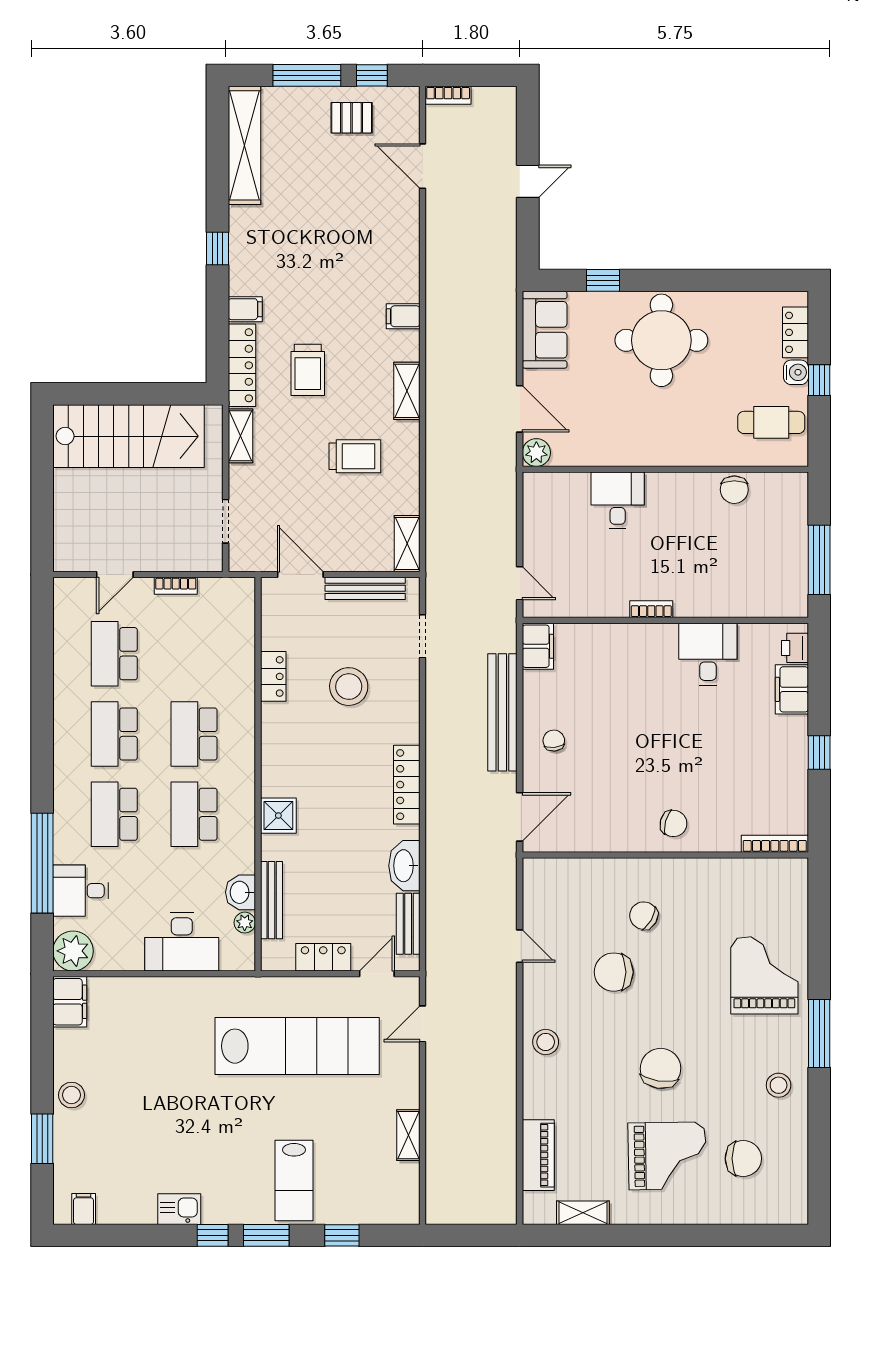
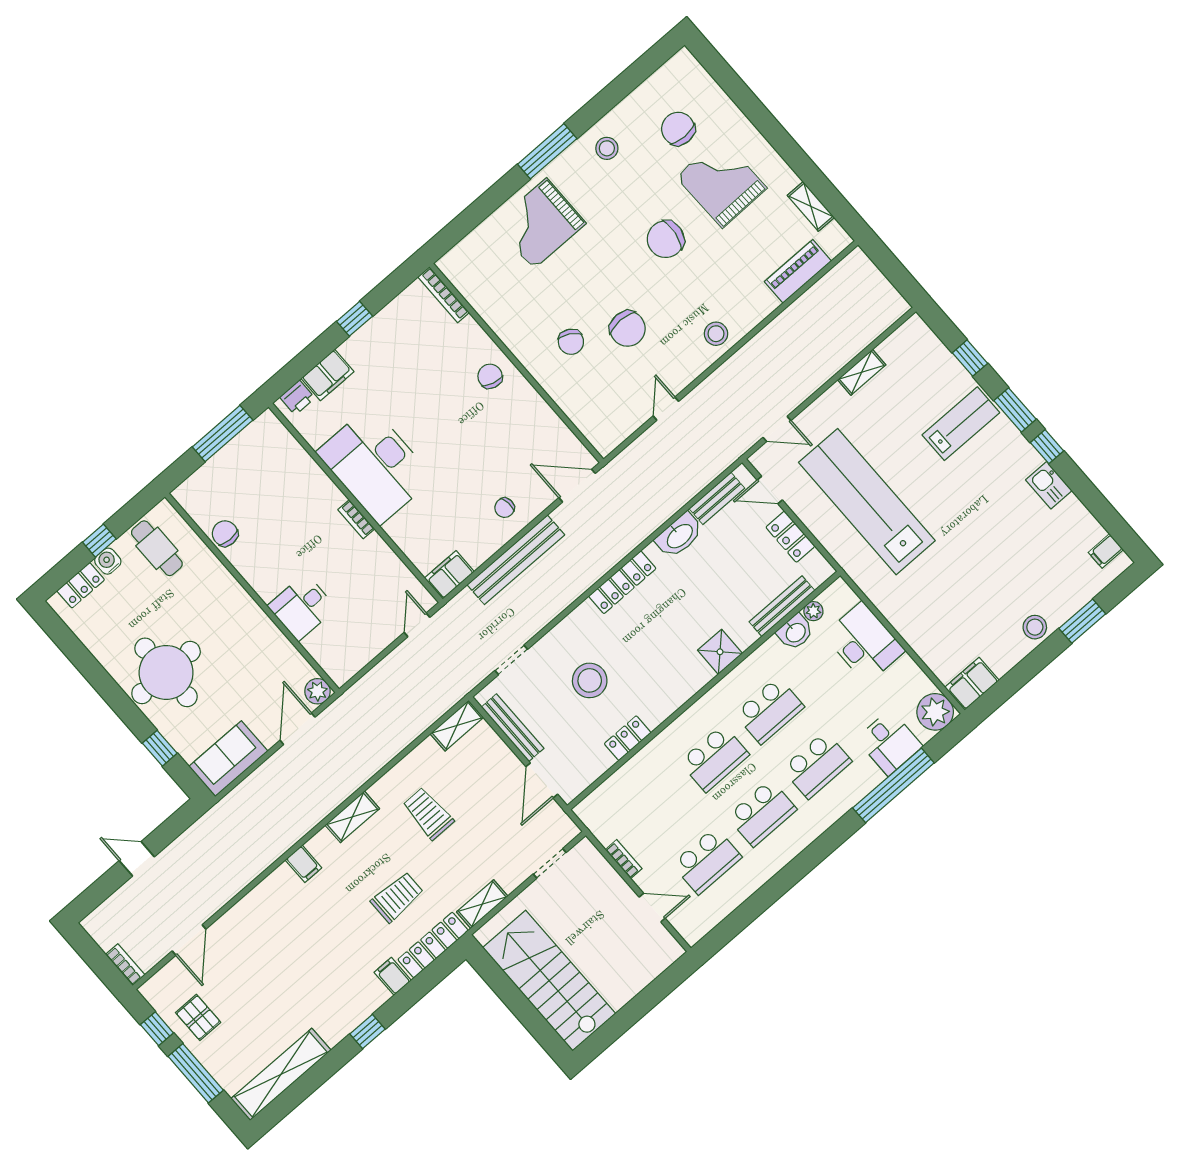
chair: (734, 490) -> (225, 533), turned -89
desk: (708, 654) -> (375, 465), width x1.87, depth x1.30

